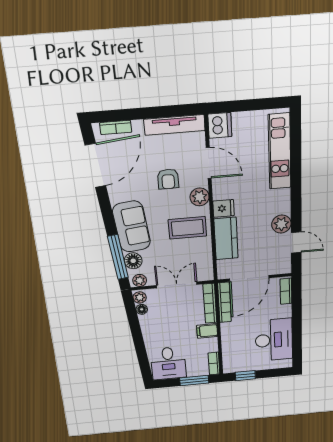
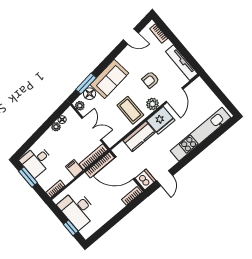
dishwasher: (220, 125) -> (145, 179), moved, turned -90
kitchen unit: (280, 152) -> (200, 134), width x1.36
door: (95, 166) -> (131, 36), width x0.53
fridge: (224, 208) -> (161, 120), width x1.88, depth x1.34
plant: (281, 224) -> (169, 161), removed
window: (118, 257) -> (86, 84), width x0.69
plant: (140, 297) -> (56, 127), moved
desk: (274, 340) -> (78, 209), moved, turned 90
window: (245, 376) -> (71, 228), moved
window: (194, 380) -> (28, 177), moved

